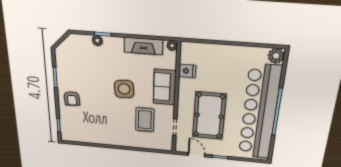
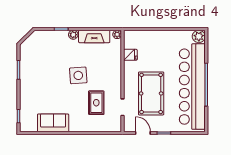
plant: (97, 41) -> (73, 35), moved
sofa: (165, 87) -> (53, 123), moved, turned 90
armchair: (72, 98) -> (32, 88), removed

